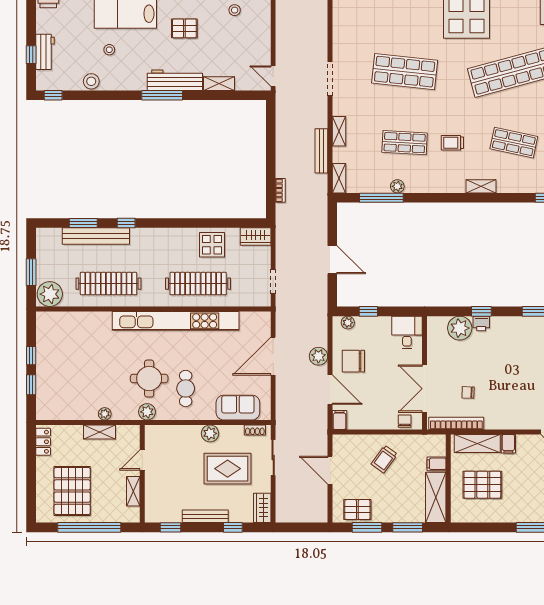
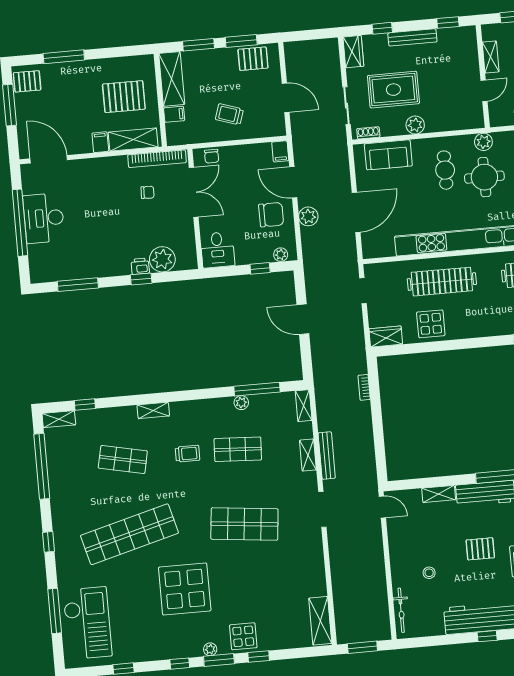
bench: (321, 151) -> (327, 456), moved
trolley: (384, 459) -> (229, 114), turned -108

